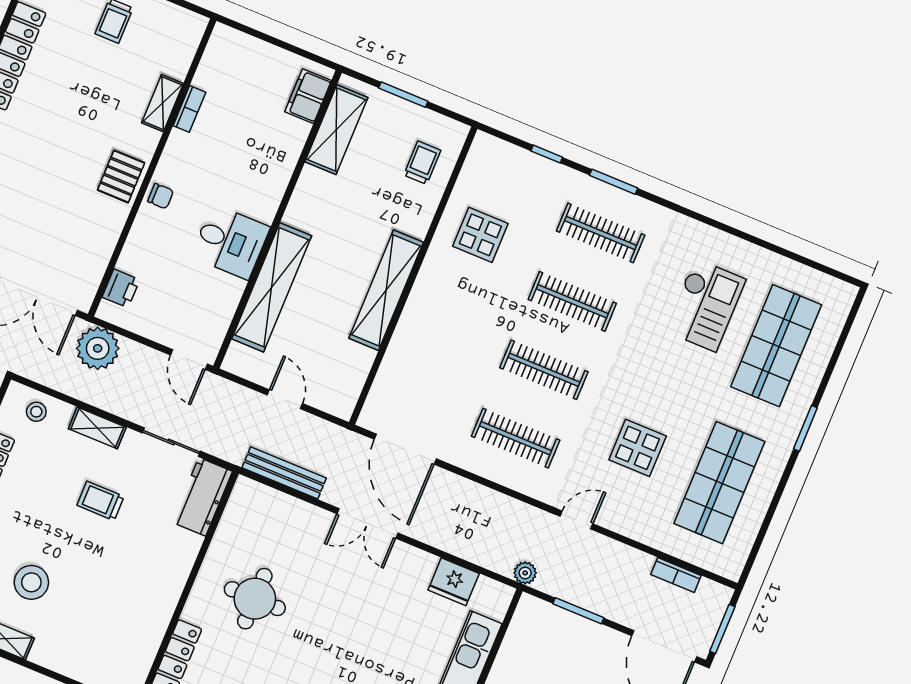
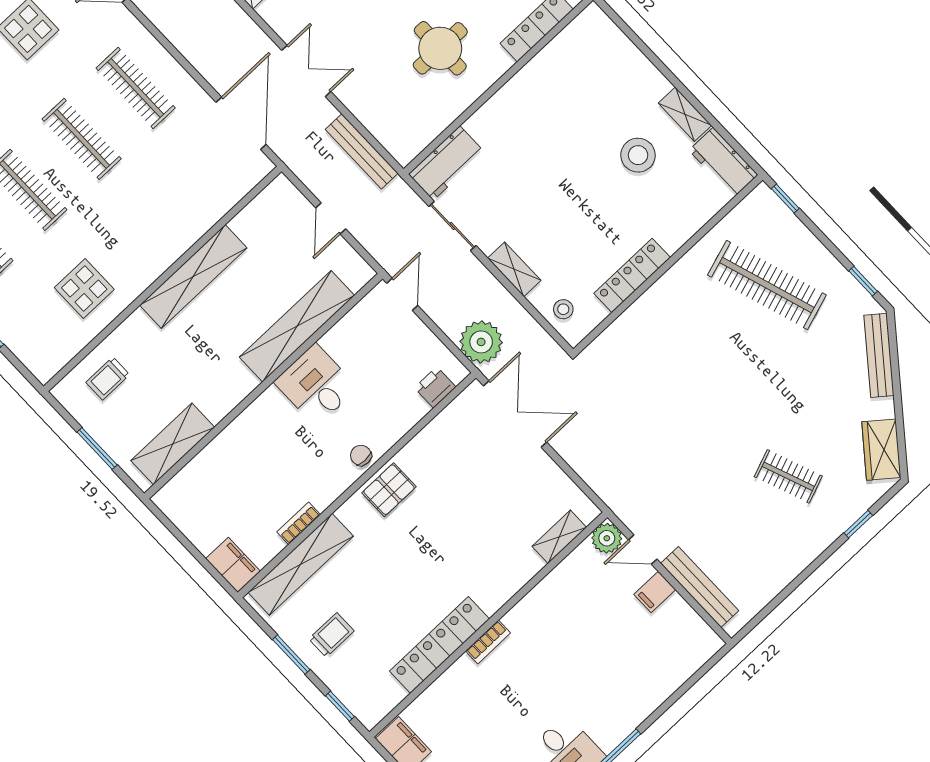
filing cabinet: (308, 96) -> (233, 565), moved, turned -90
shelving: (162, 103) -> (301, 564), width x2.20, depth x1.33
trolley: (101, 501) -> (541, 201), removed

